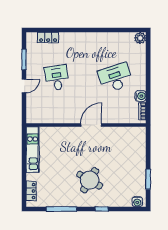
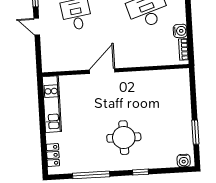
door: (24, 86) -> (37, 27), swing flipped
door: (91, 125) -> (102, 71), moved
round table: (90, 180) -> (124, 138), turned -30

